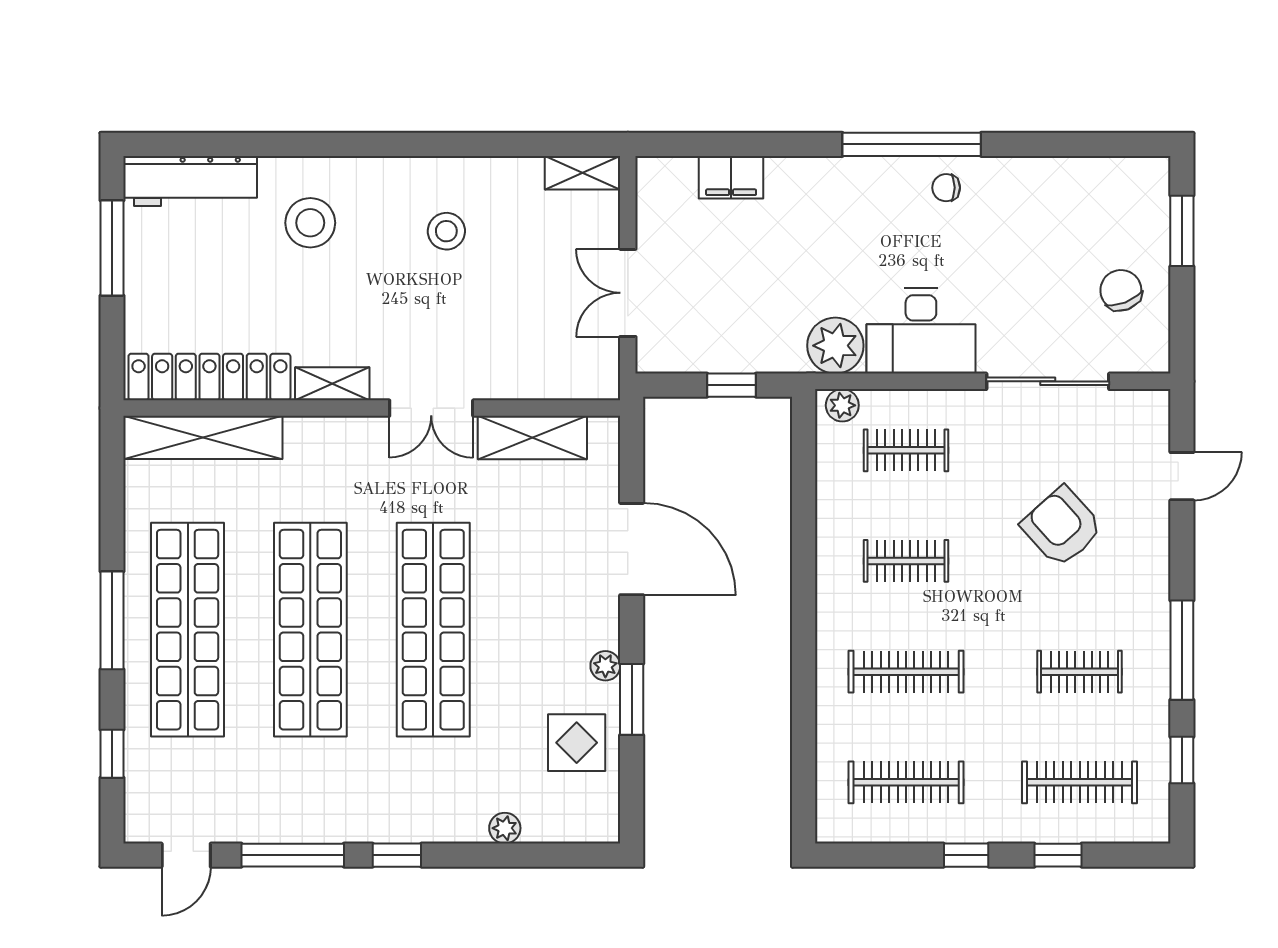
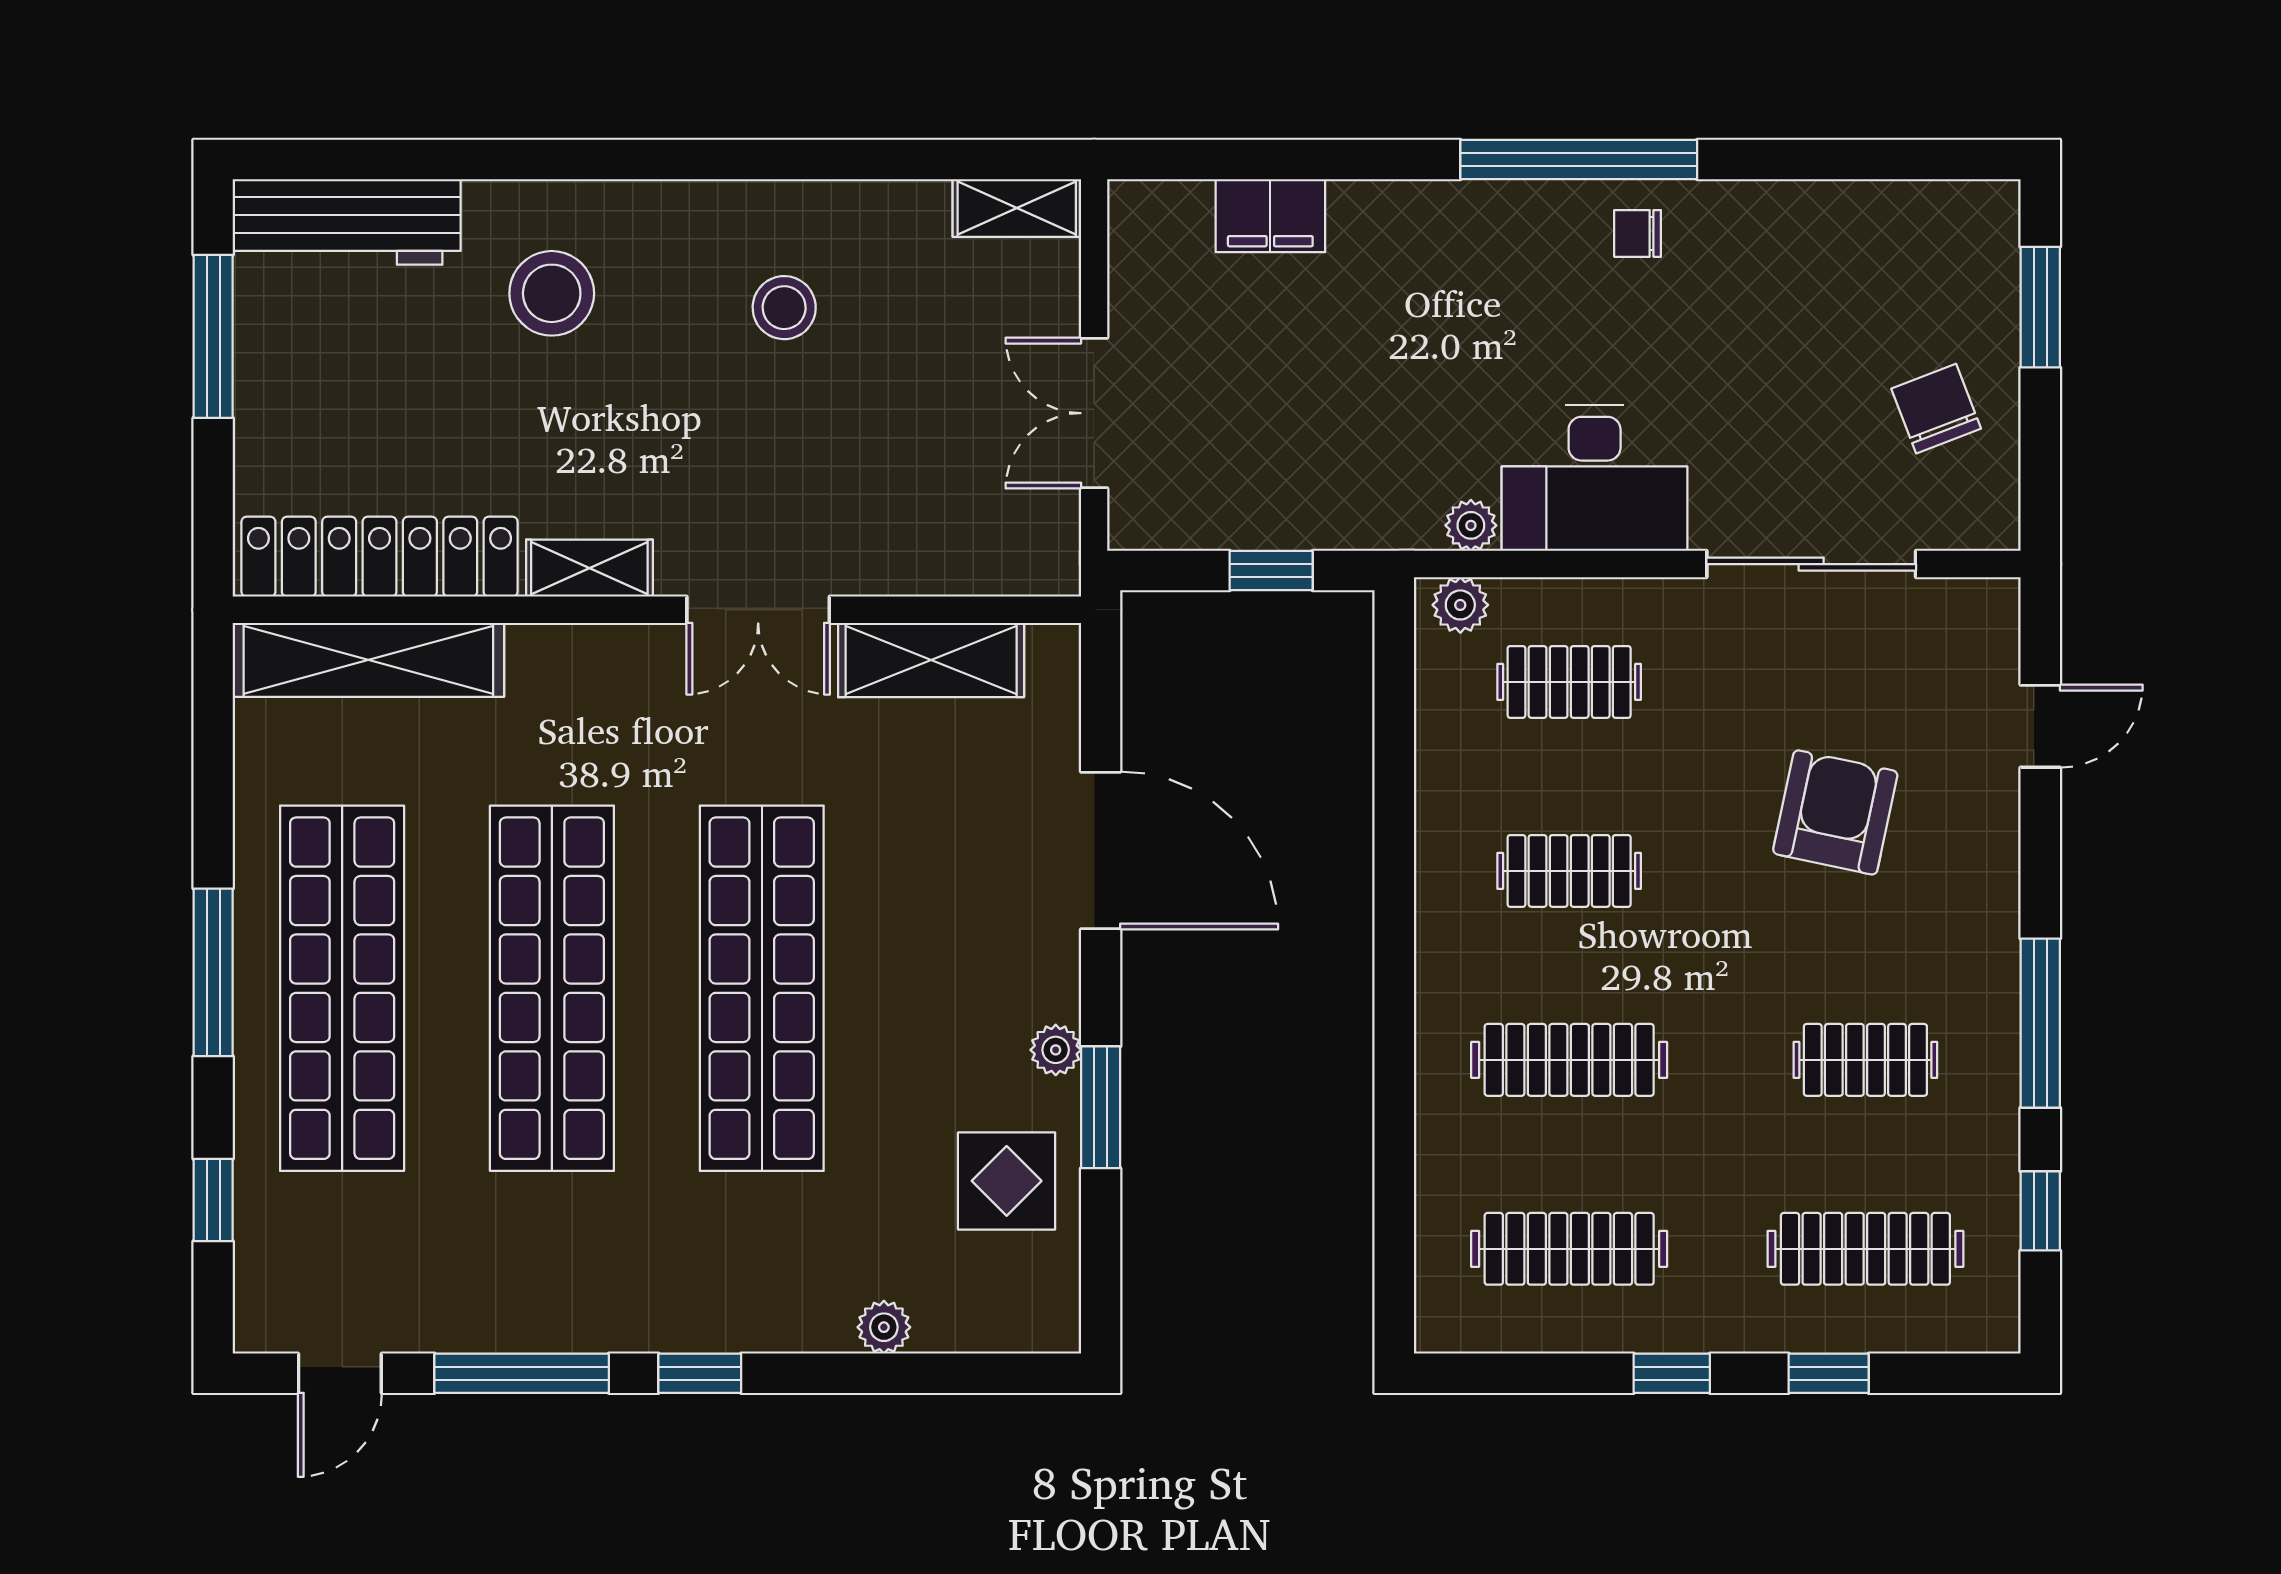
plant: (835, 346) -> (1471, 525), width x0.53, depth x0.53
armchair: (1062, 527) -> (1835, 812), turned 54

